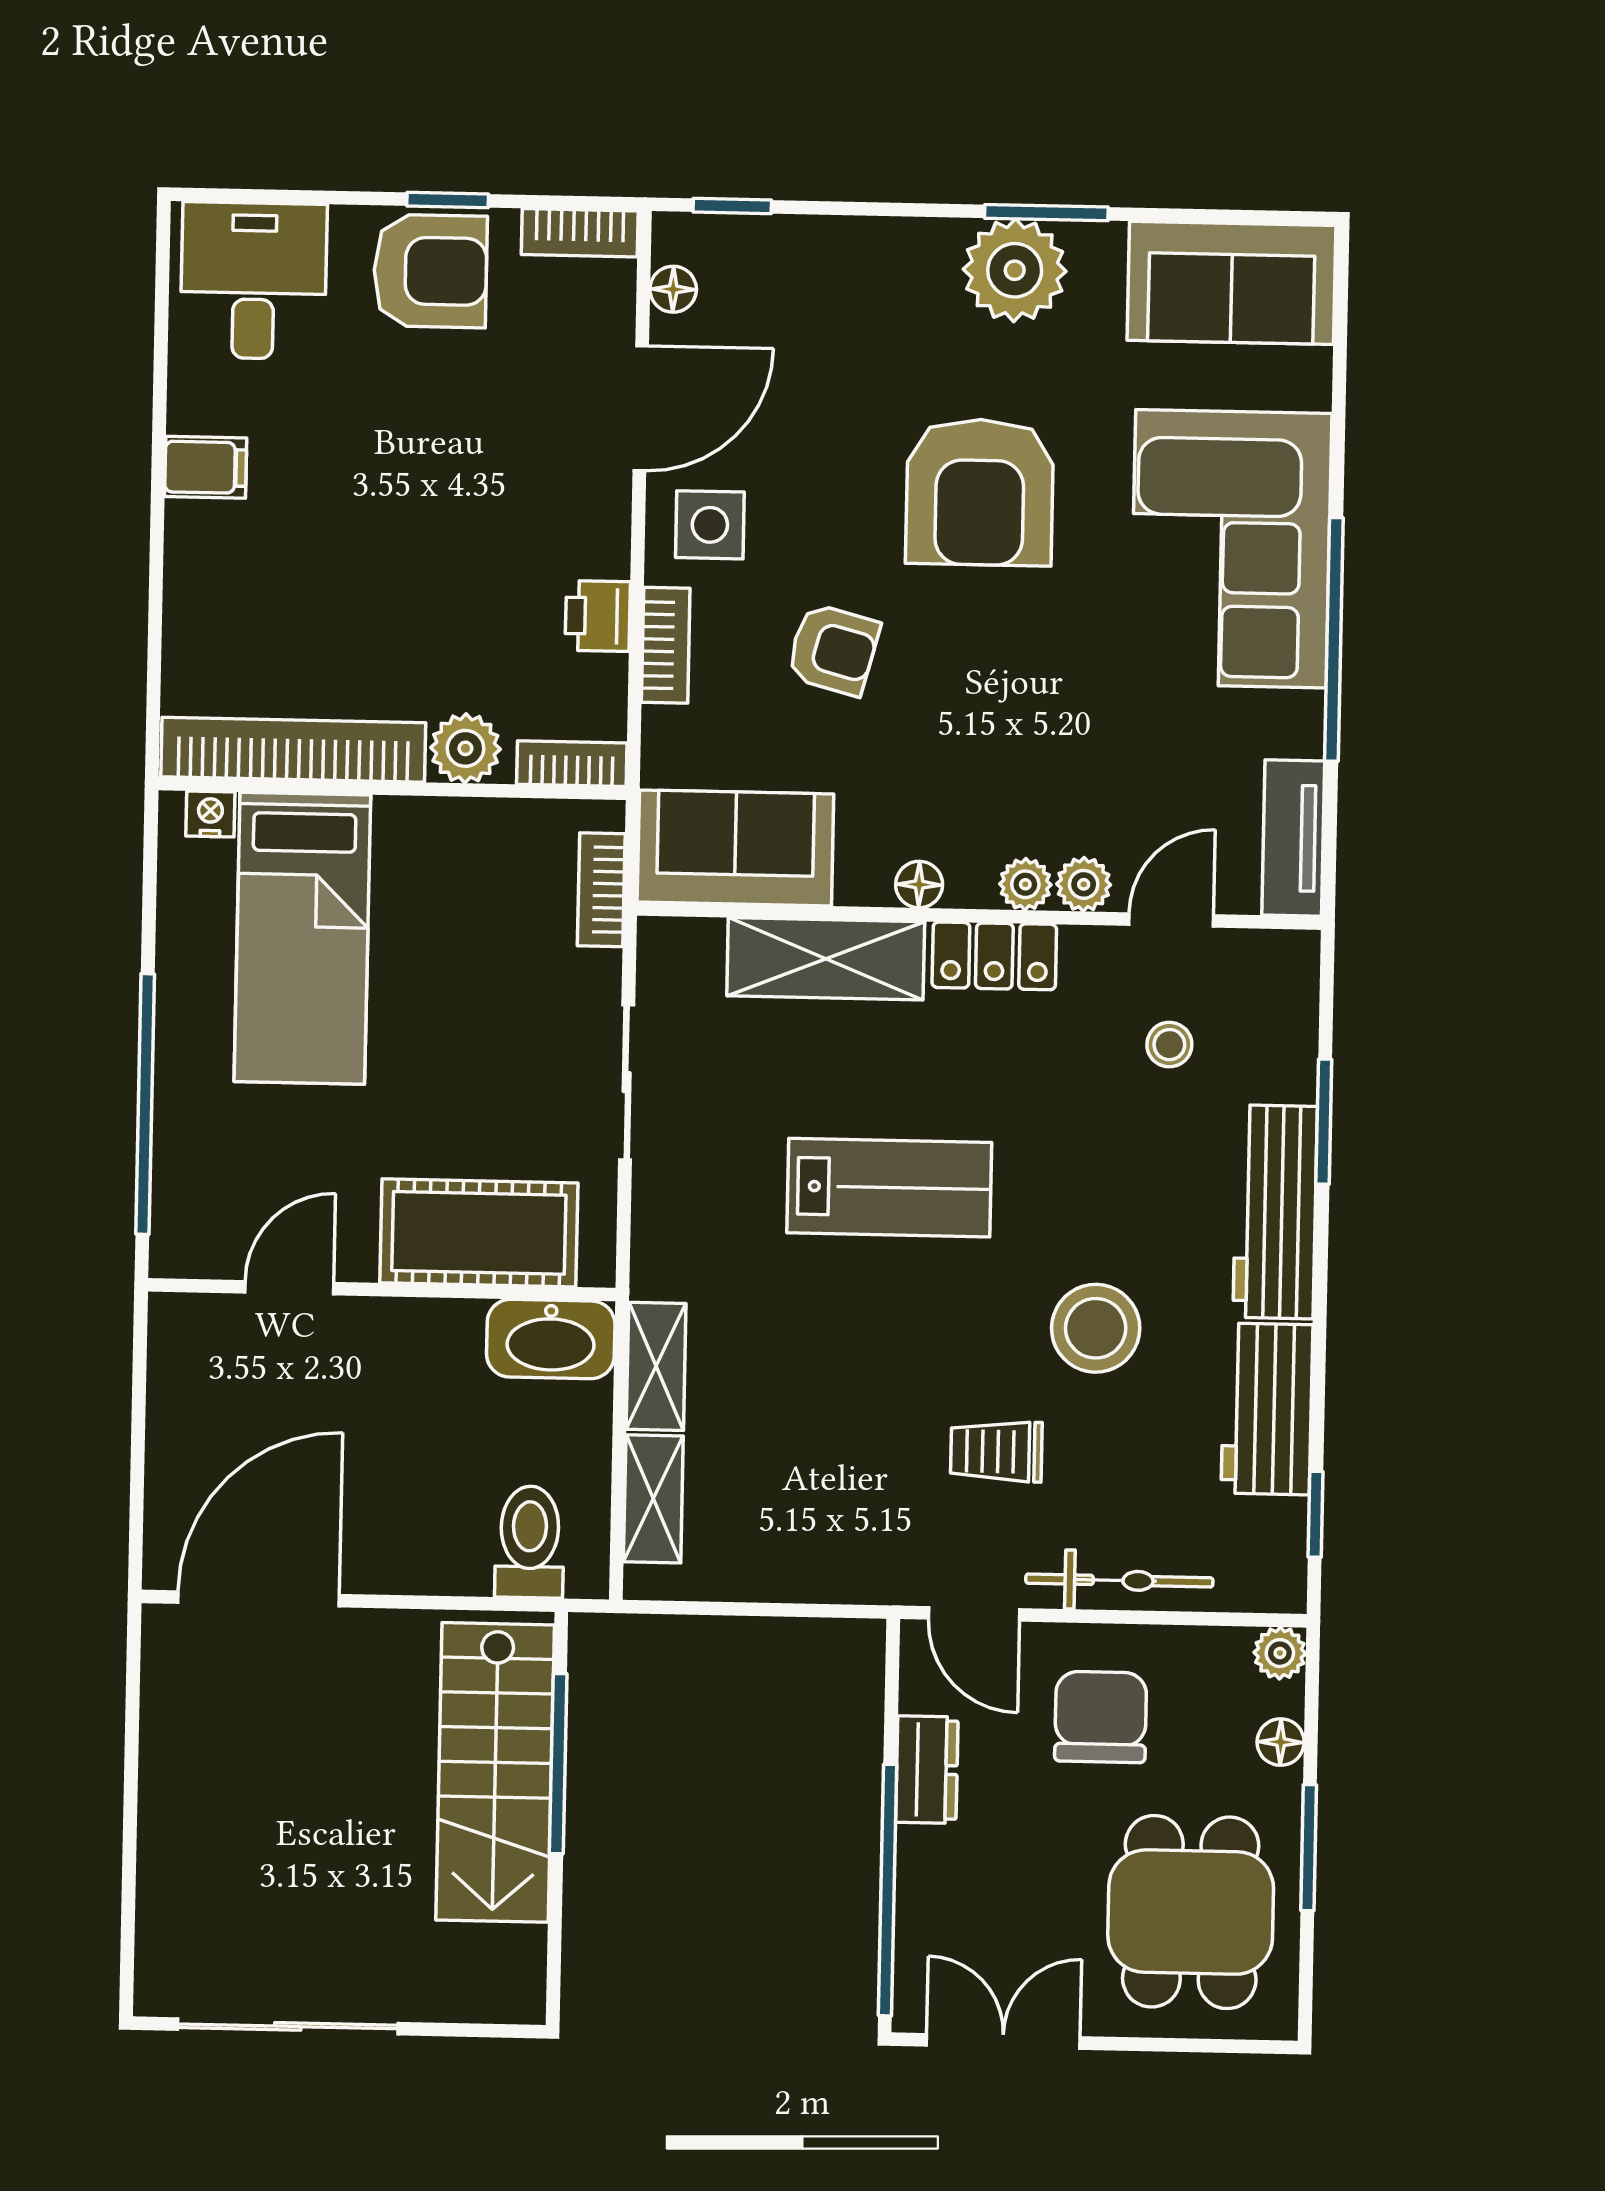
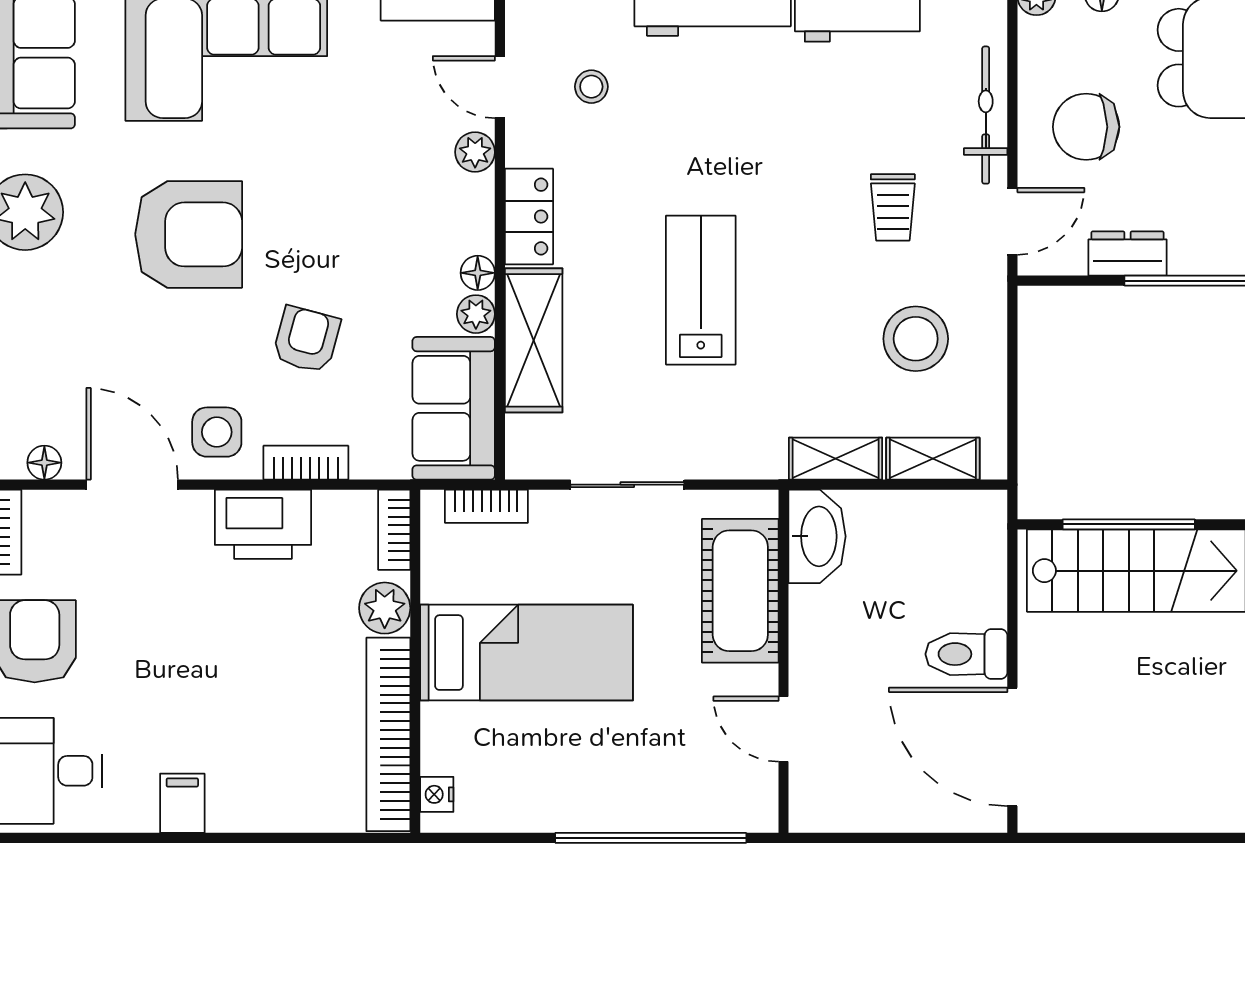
printer: (598, 616) -> (263, 524), width x1.87, depth x1.48
plant: (1025, 884) -> (476, 314), moved
bed: (302, 938) -> (527, 653), moved
stool: (1096, 1328) -> (916, 339), moved
toilet: (530, 1542) -> (966, 654), moved

